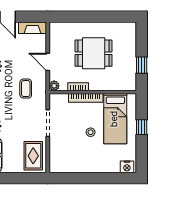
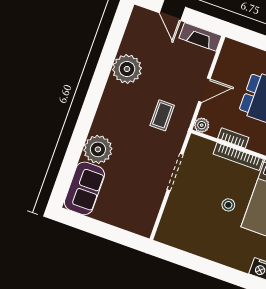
door: (48, 62) -> (204, 90), swing flipped
rug: (33, 156) -> (140, 209), removed

